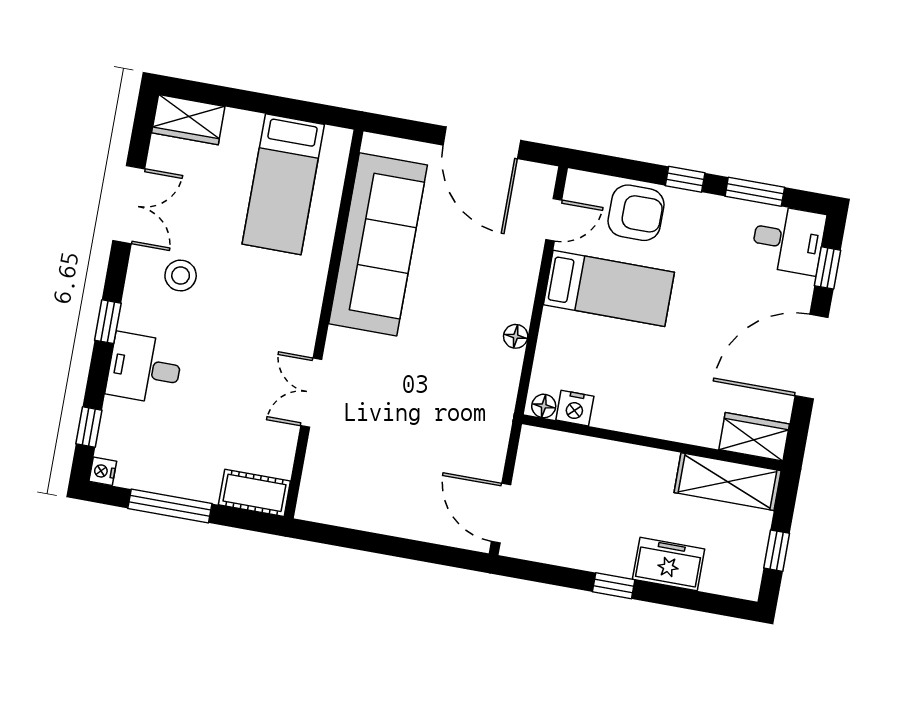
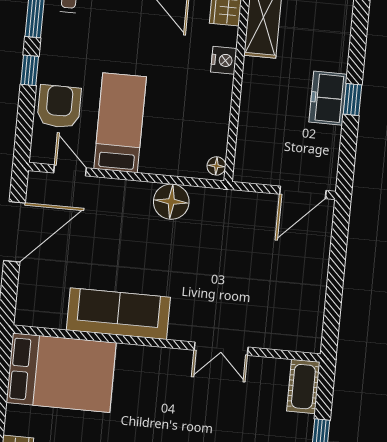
bed: (283, 184) -> (61, 373), width x1.50
sofa: (378, 244) -> (118, 314), width x0.74, depth x0.79
floor lamp: (516, 336) -> (171, 202), width x1.89, depth x1.89
nightstand: (575, 408) -> (224, 60), moved
freezer: (669, 564) -> (328, 98), moved

